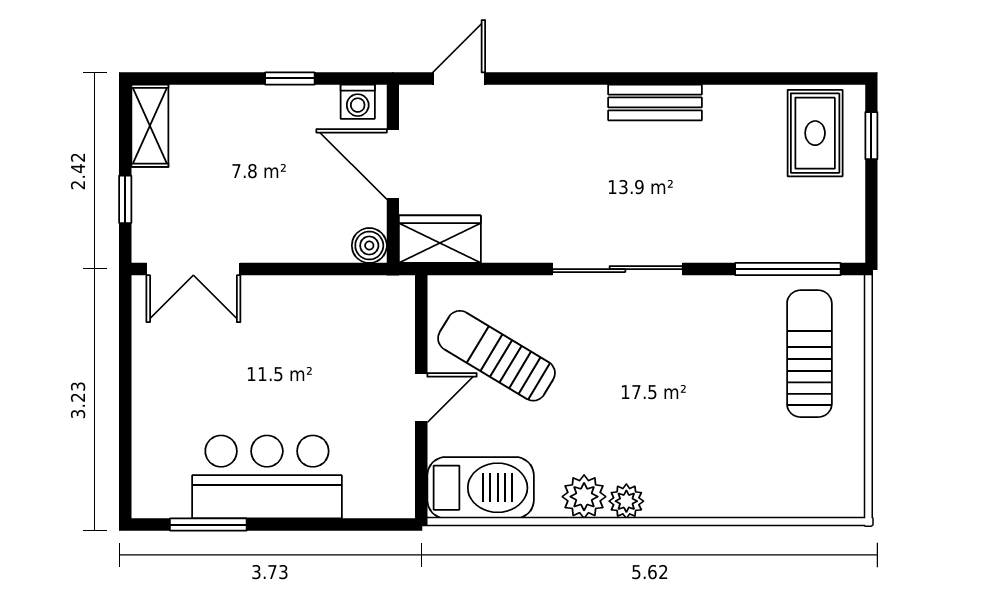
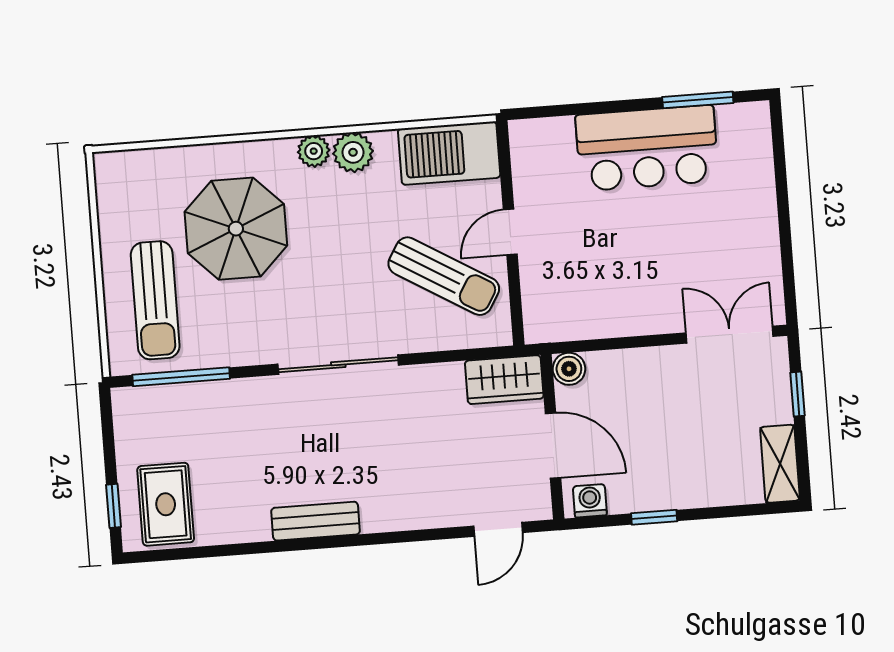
parasol: (716, 424) -> (236, 229), added

